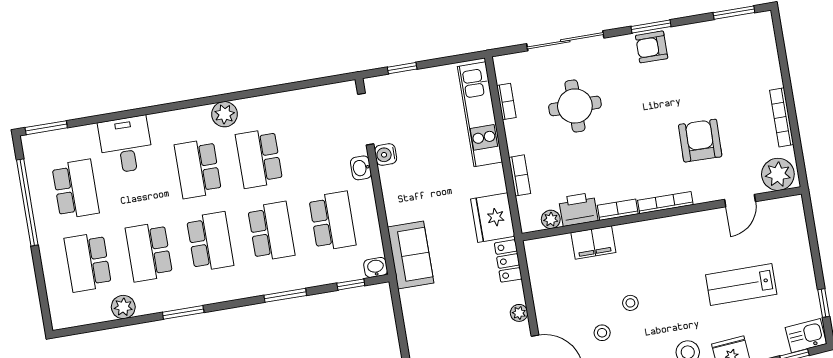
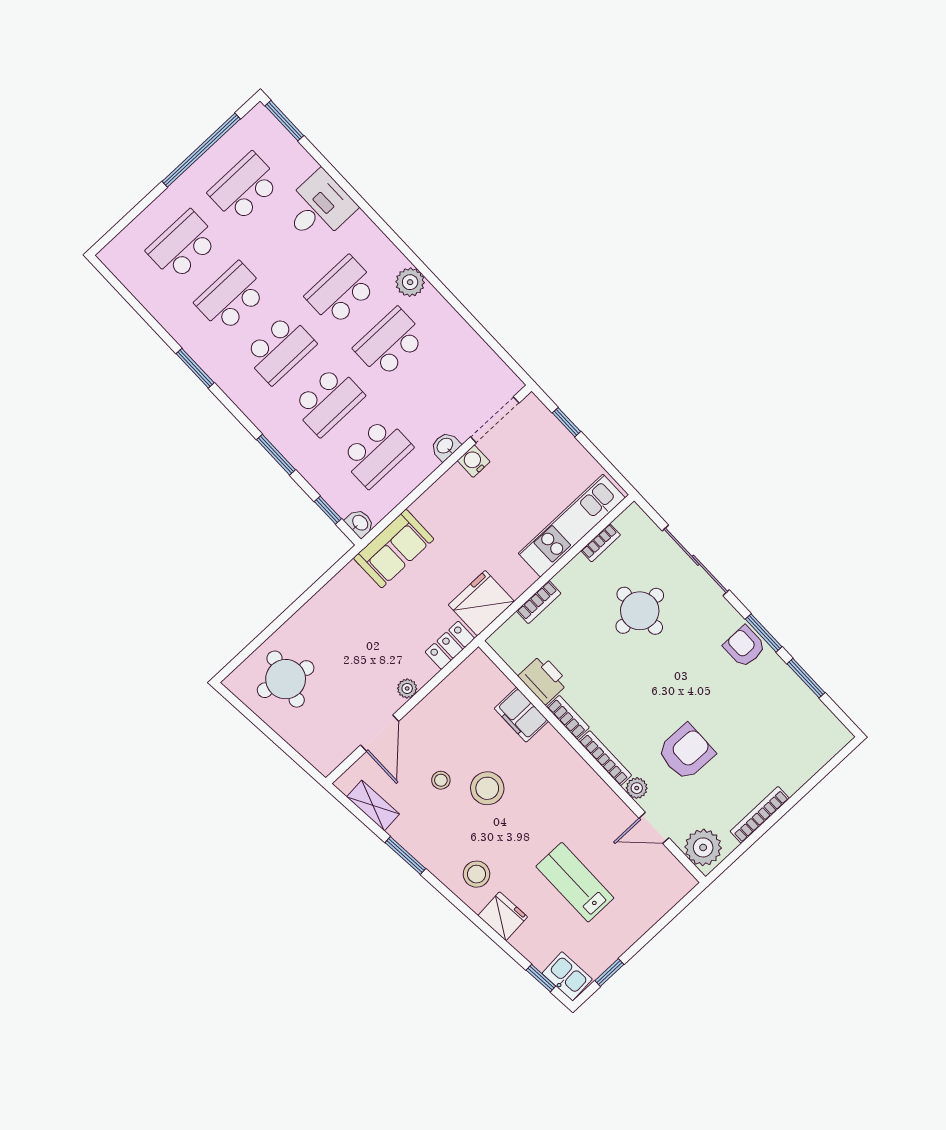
window: (734, 13) -> (806, 678), moved
school desk: (76, 189) -> (244, 188), turned 180
plant: (551, 219) -> (637, 788), moved
stool: (630, 303) -> (487, 788), width x1.89, depth x1.89
plant: (123, 307) -> (162, 308), removed

